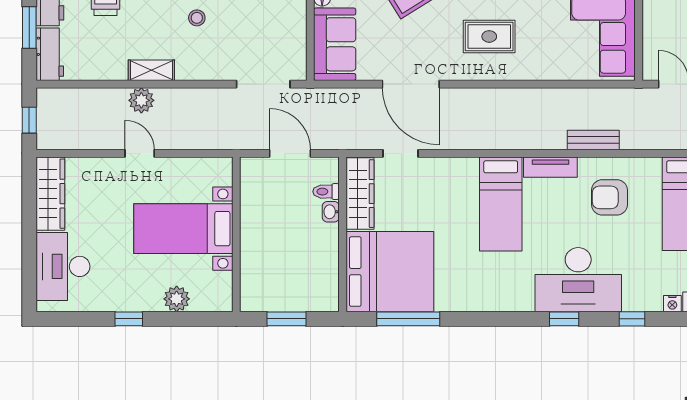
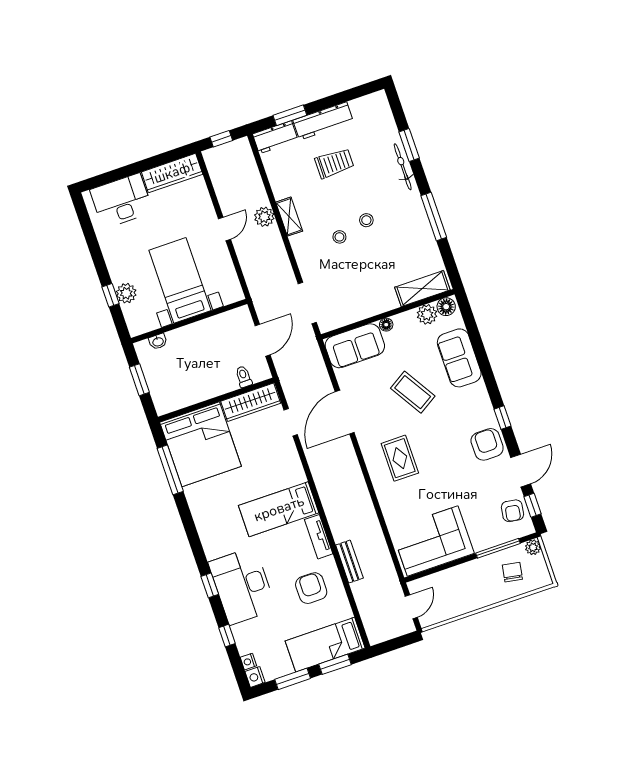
washbasin: (331, 212) -> (158, 342), moved, turned 180
window: (129, 319) -> (110, 295), moved

